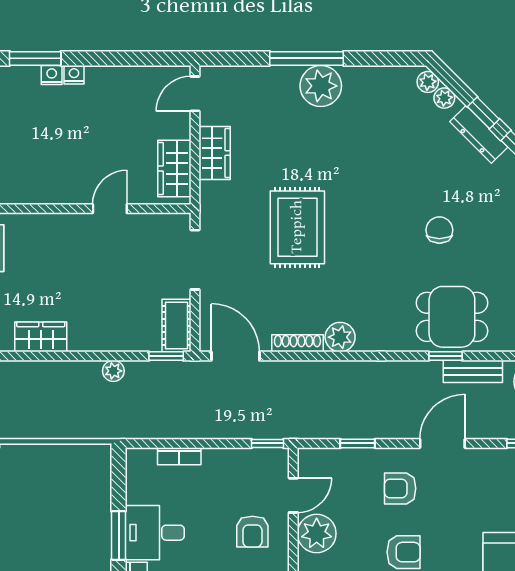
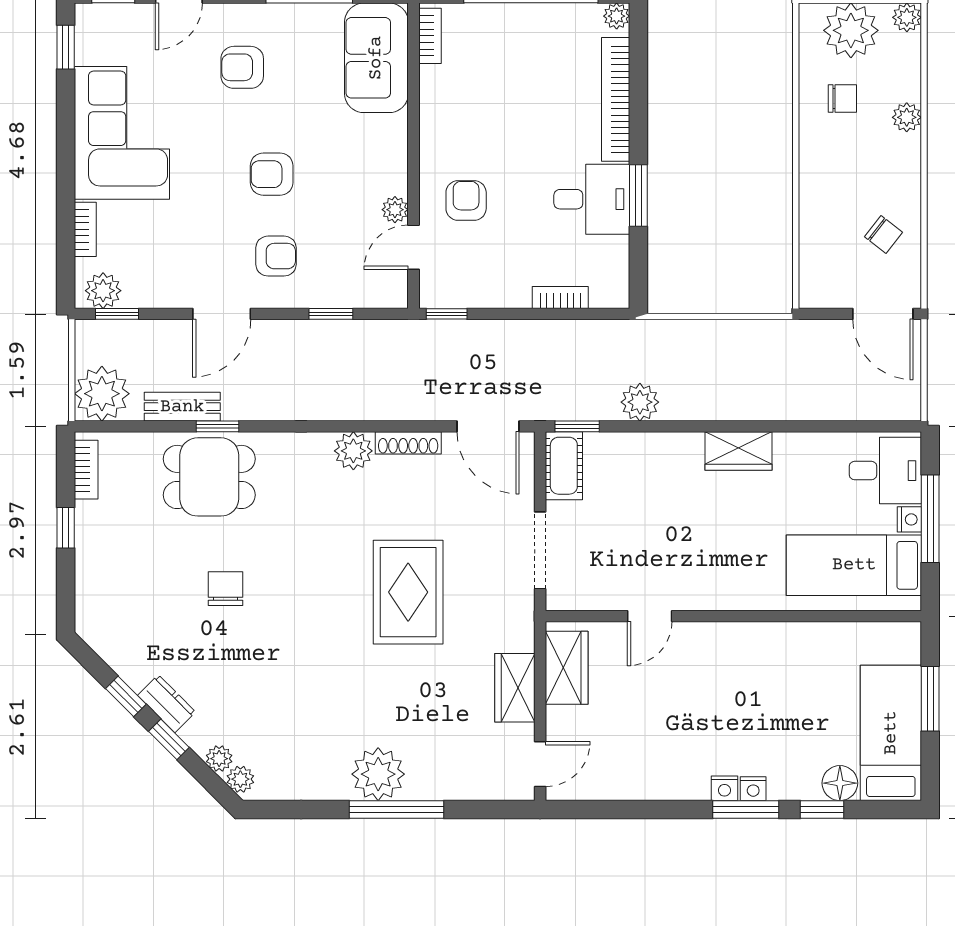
nightstand: (74, 75) -> (753, 789), moved
dresser: (479, 134) -> (167, 704), width x0.70
chair: (439, 230) -> (226, 589), turned 180
plant: (113, 371) -> (640, 402), width x1.38, depth x1.38
plant: (317, 534) -> (395, 210), width x0.53, depth x0.53

